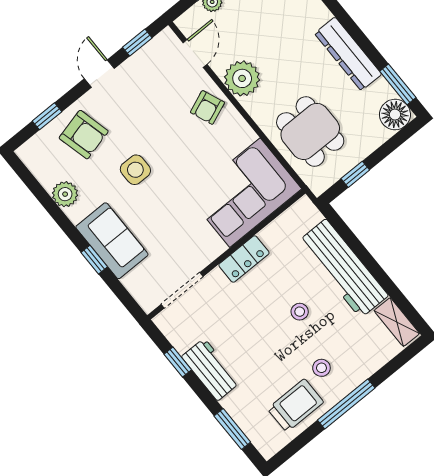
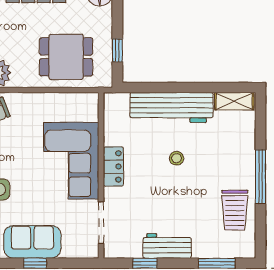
corner sofa: (245, 193) -> (71, 161), moved
stool: (321, 368) -> (224, 174), removed
trolley: (296, 405) -> (235, 210), turned 180

